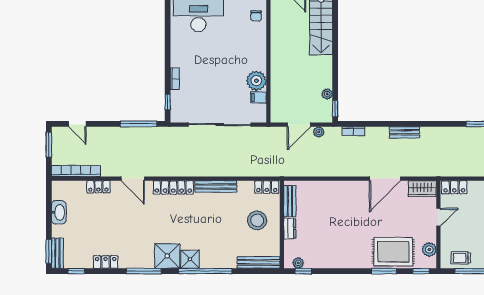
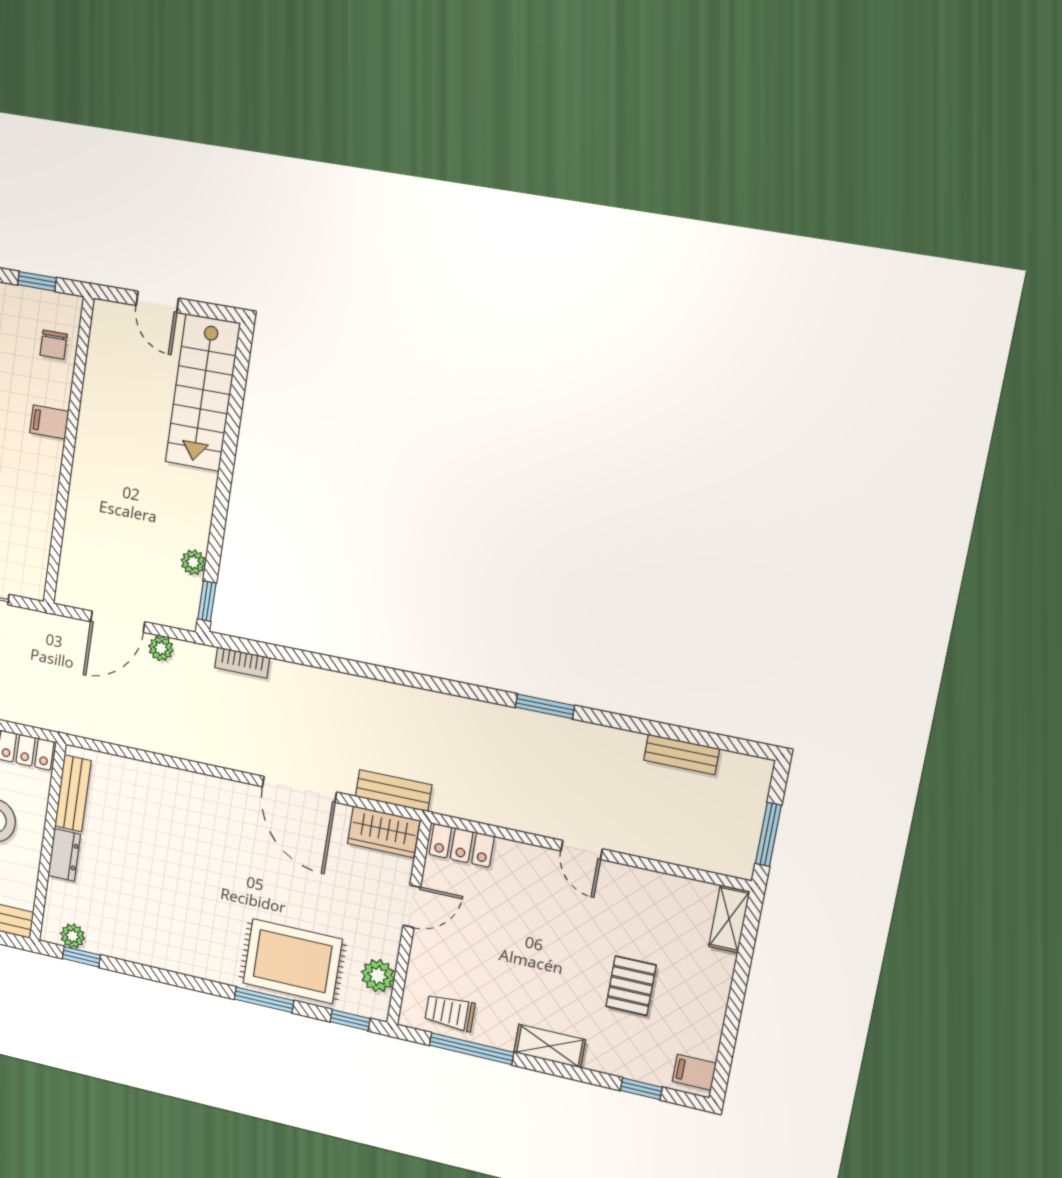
plant: (256, 81) -> (34, 499), removed
filing cabinet: (259, 97) -> (49, 422), moved
bench: (405, 132) -> (394, 791), moved
door: (385, 179) -> (299, 789), hinge flipped

